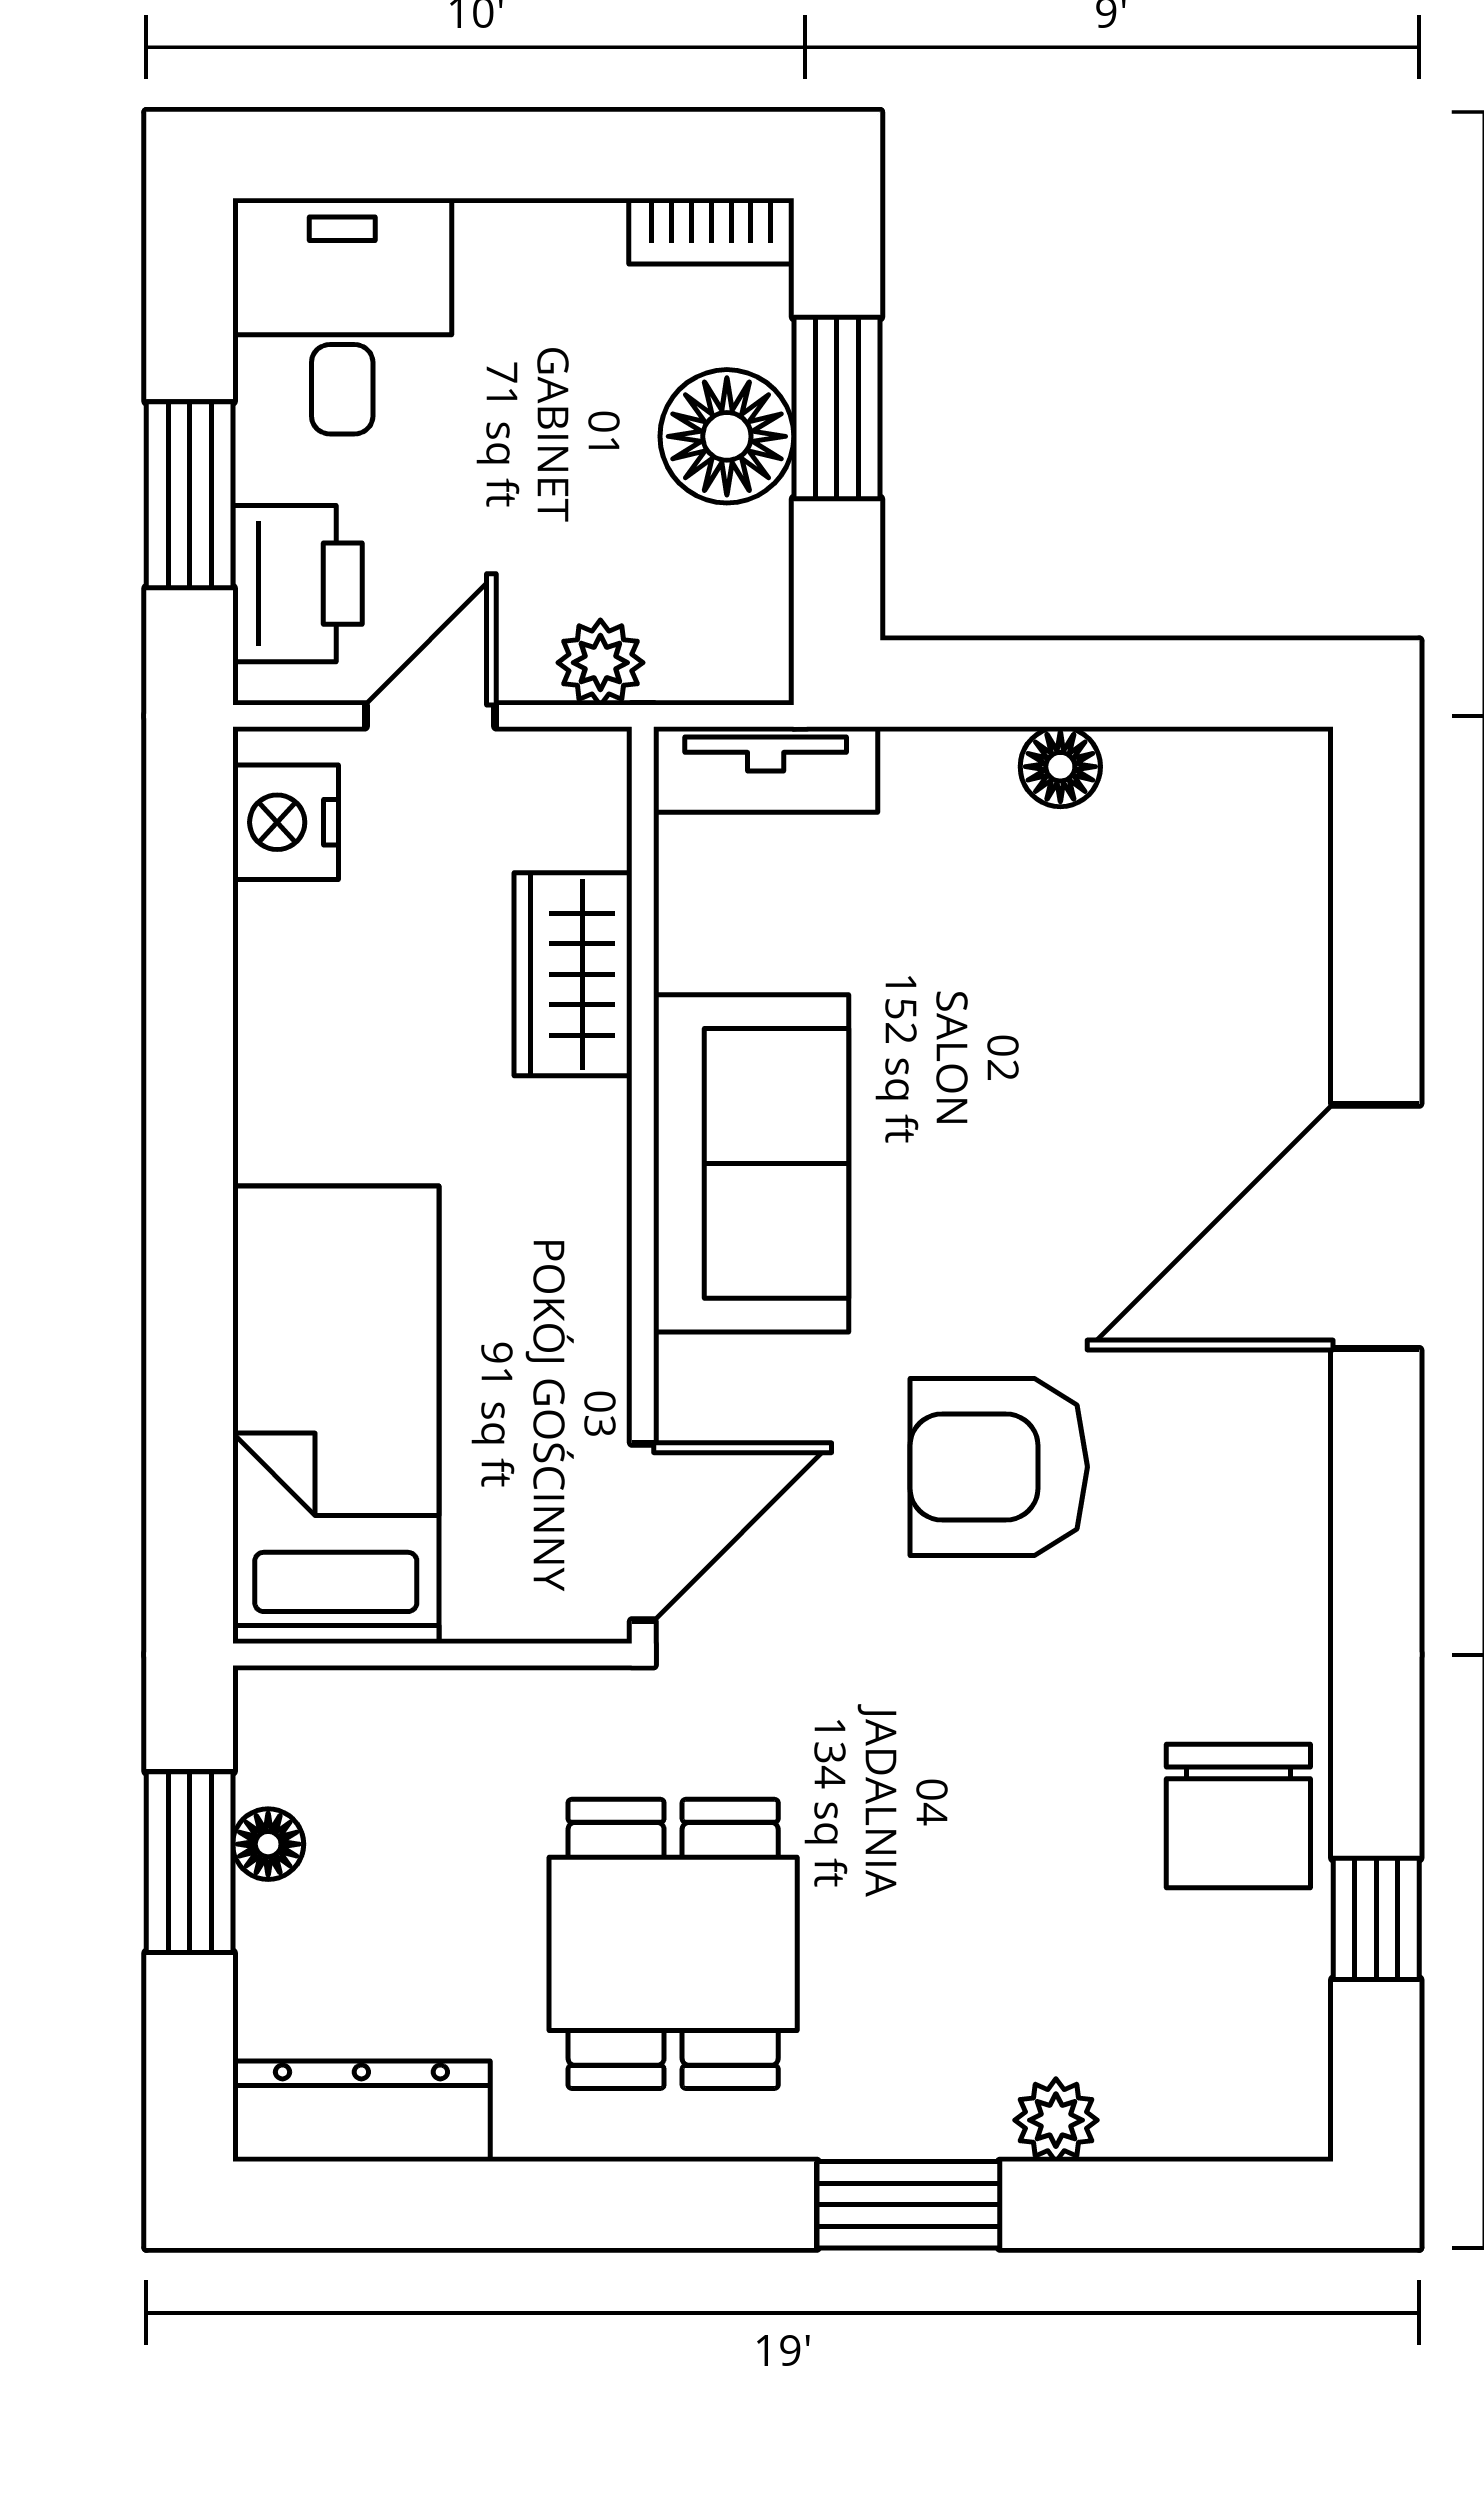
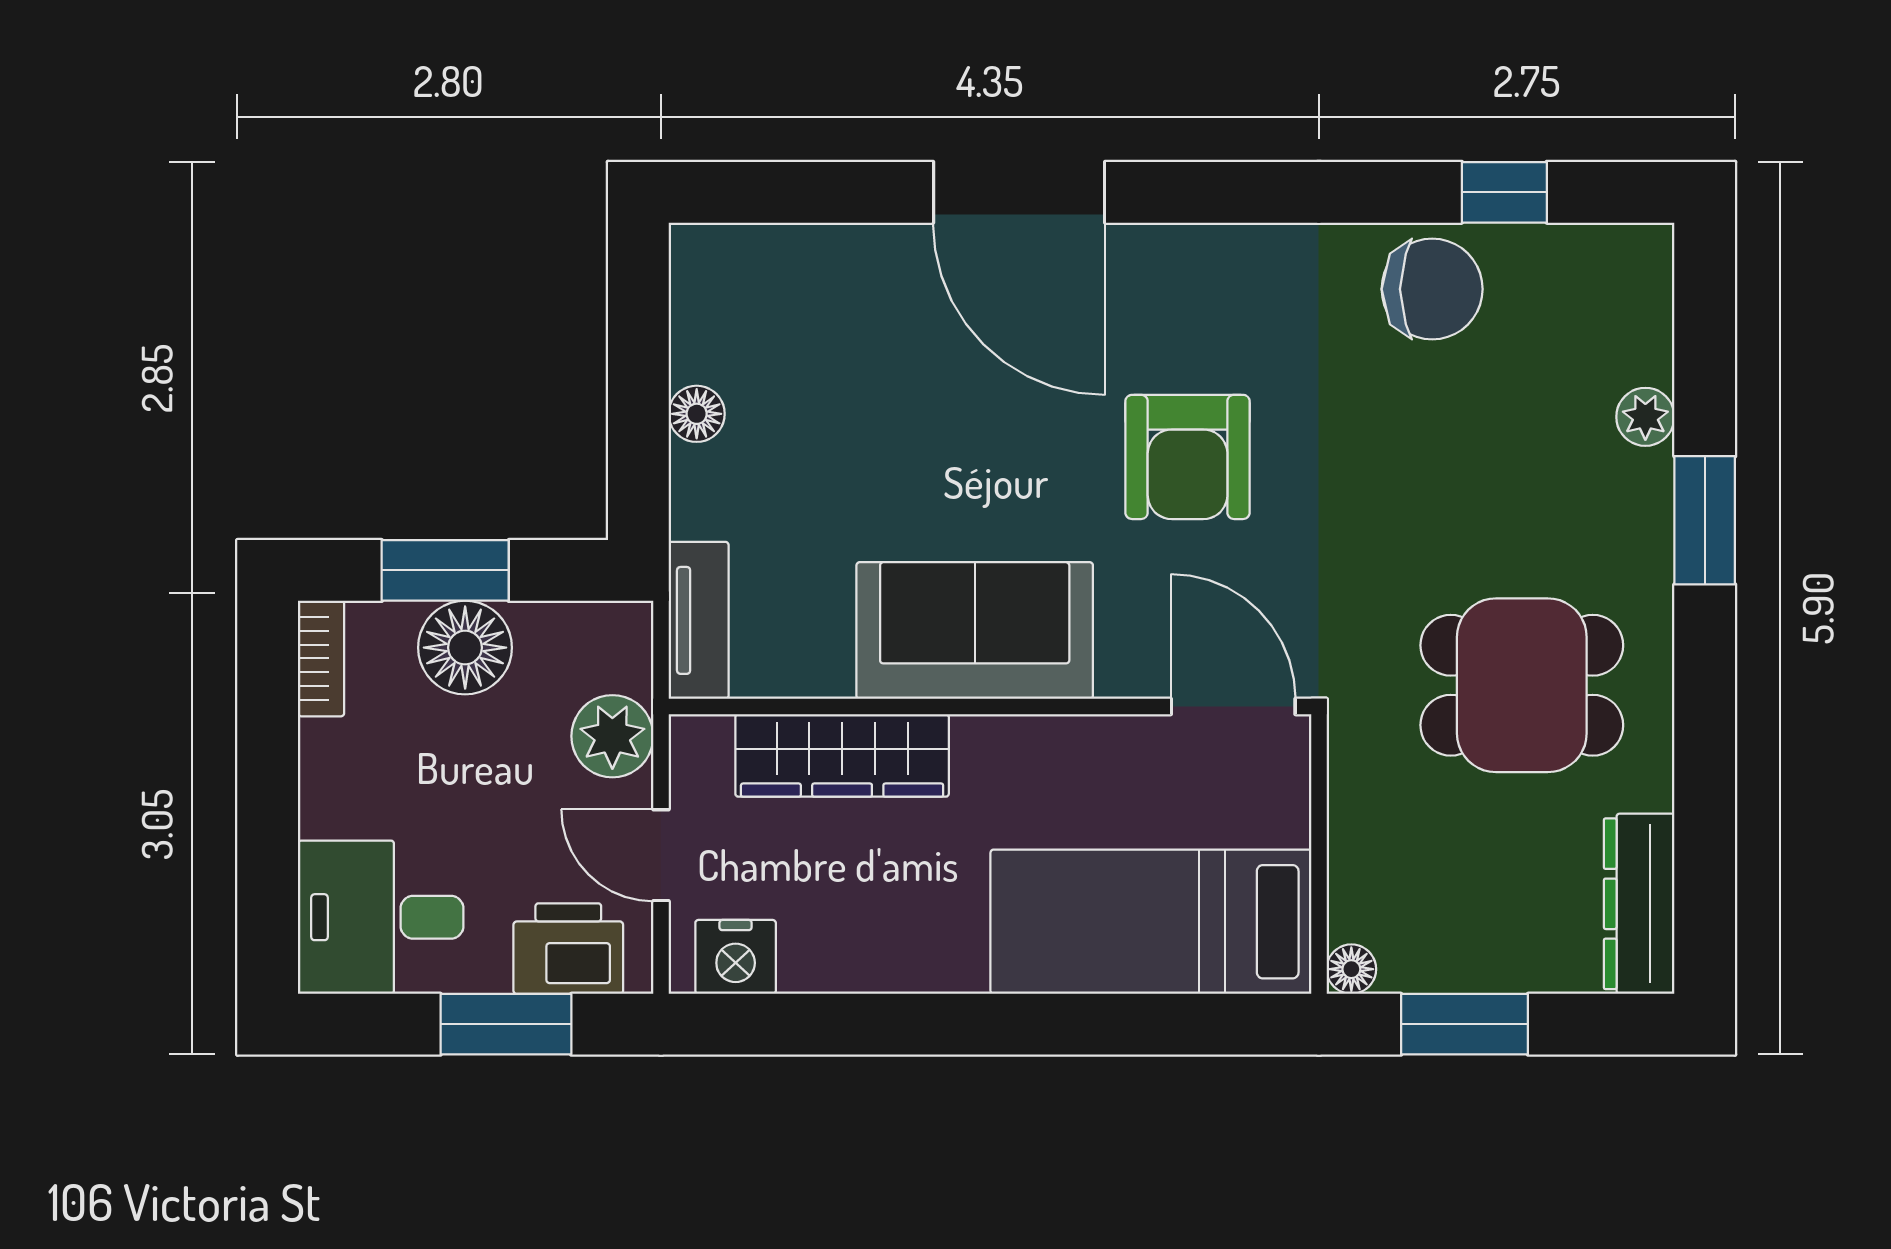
plant: (600, 663) -> (612, 736), width x1.38, depth x1.38
wardrobe: (573, 974) -> (842, 755), width x1.50
floor lamp: (268, 1844) -> (1351, 969), moved

